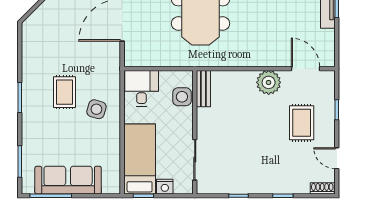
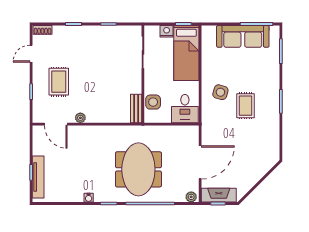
plant: (269, 82) -> (80, 118), width x0.53, depth x0.53
door: (337, 158) -> (31, 54), swing flipped

